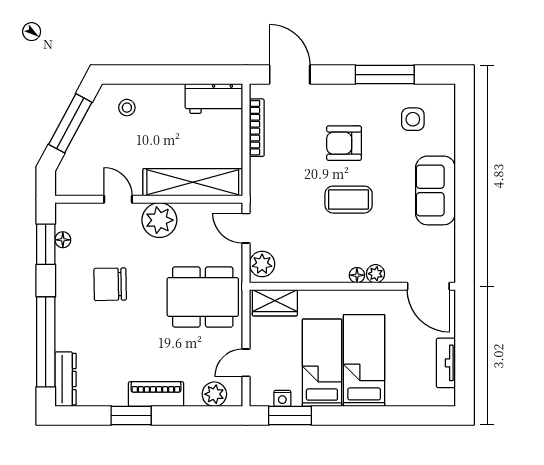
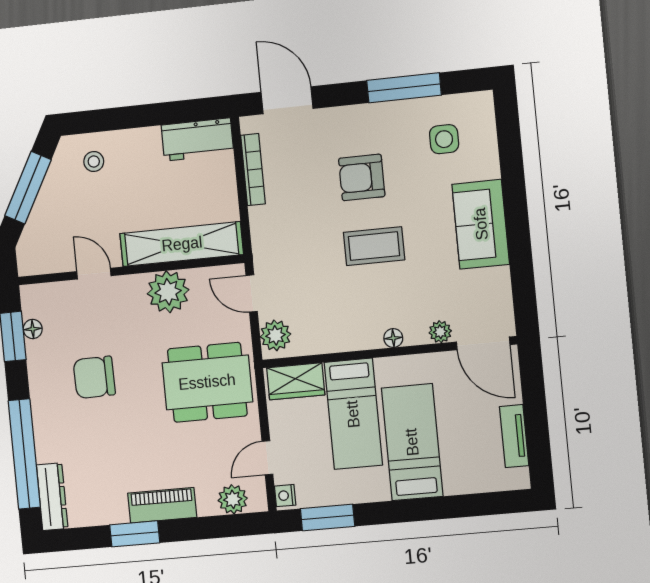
plant: (159, 220) -> (168, 292), moved
plant: (376, 274) -> (440, 332), moved
bed: (322, 363) -> (353, 414), moved, turned 180
nightstand: (282, 398) -> (285, 496), moved, turned 90

